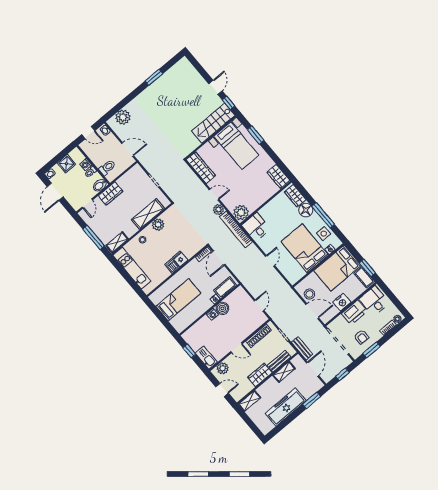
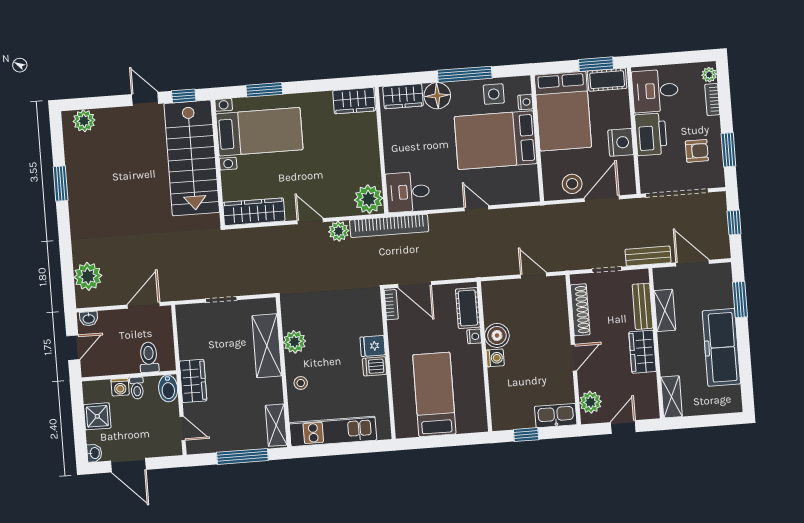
plant: (188, 68) -> (84, 121), added
stairs: (213, 123) -> (192, 158), width x1.36, depth x1.51
door: (214, 194) -> (310, 221), hinge flipped

